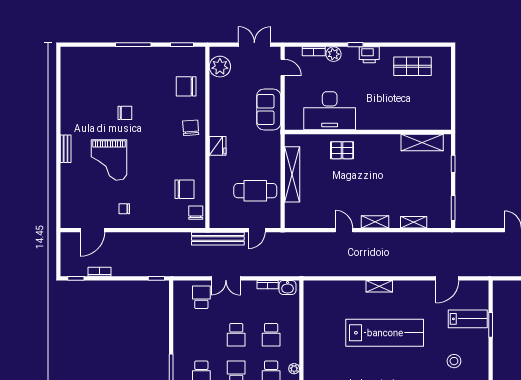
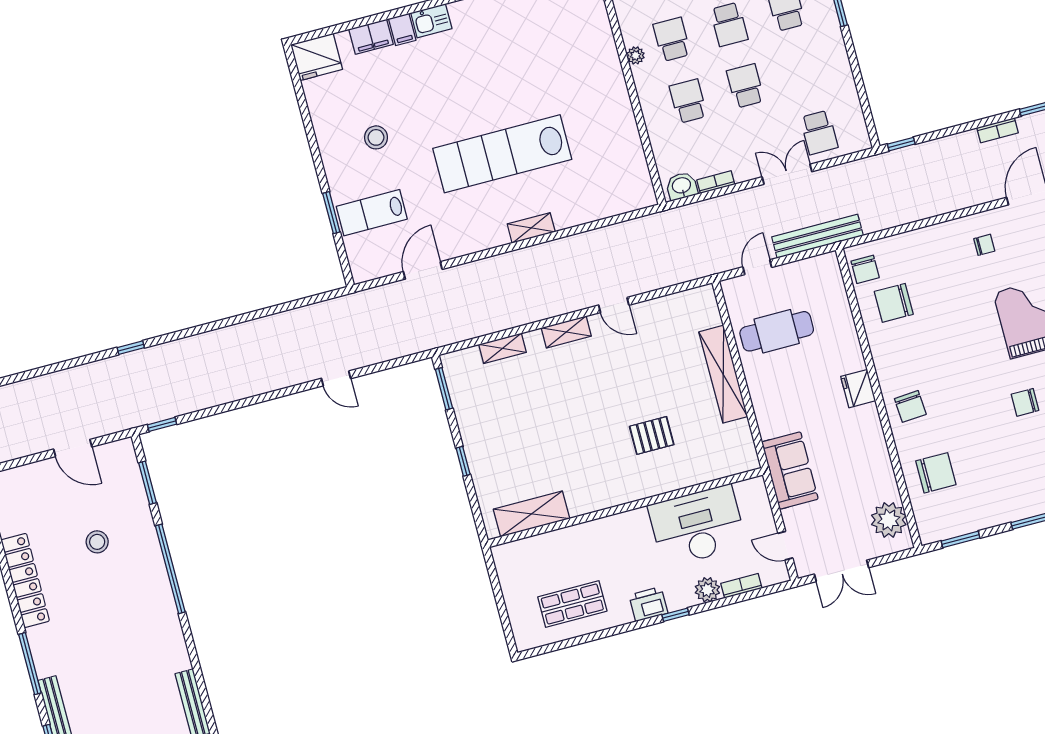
desk: (330, 111) -> (697, 526), moved
wall: (368, 132) -> (625, 508), moved
shelving: (422, 142) -> (531, 514), moved

